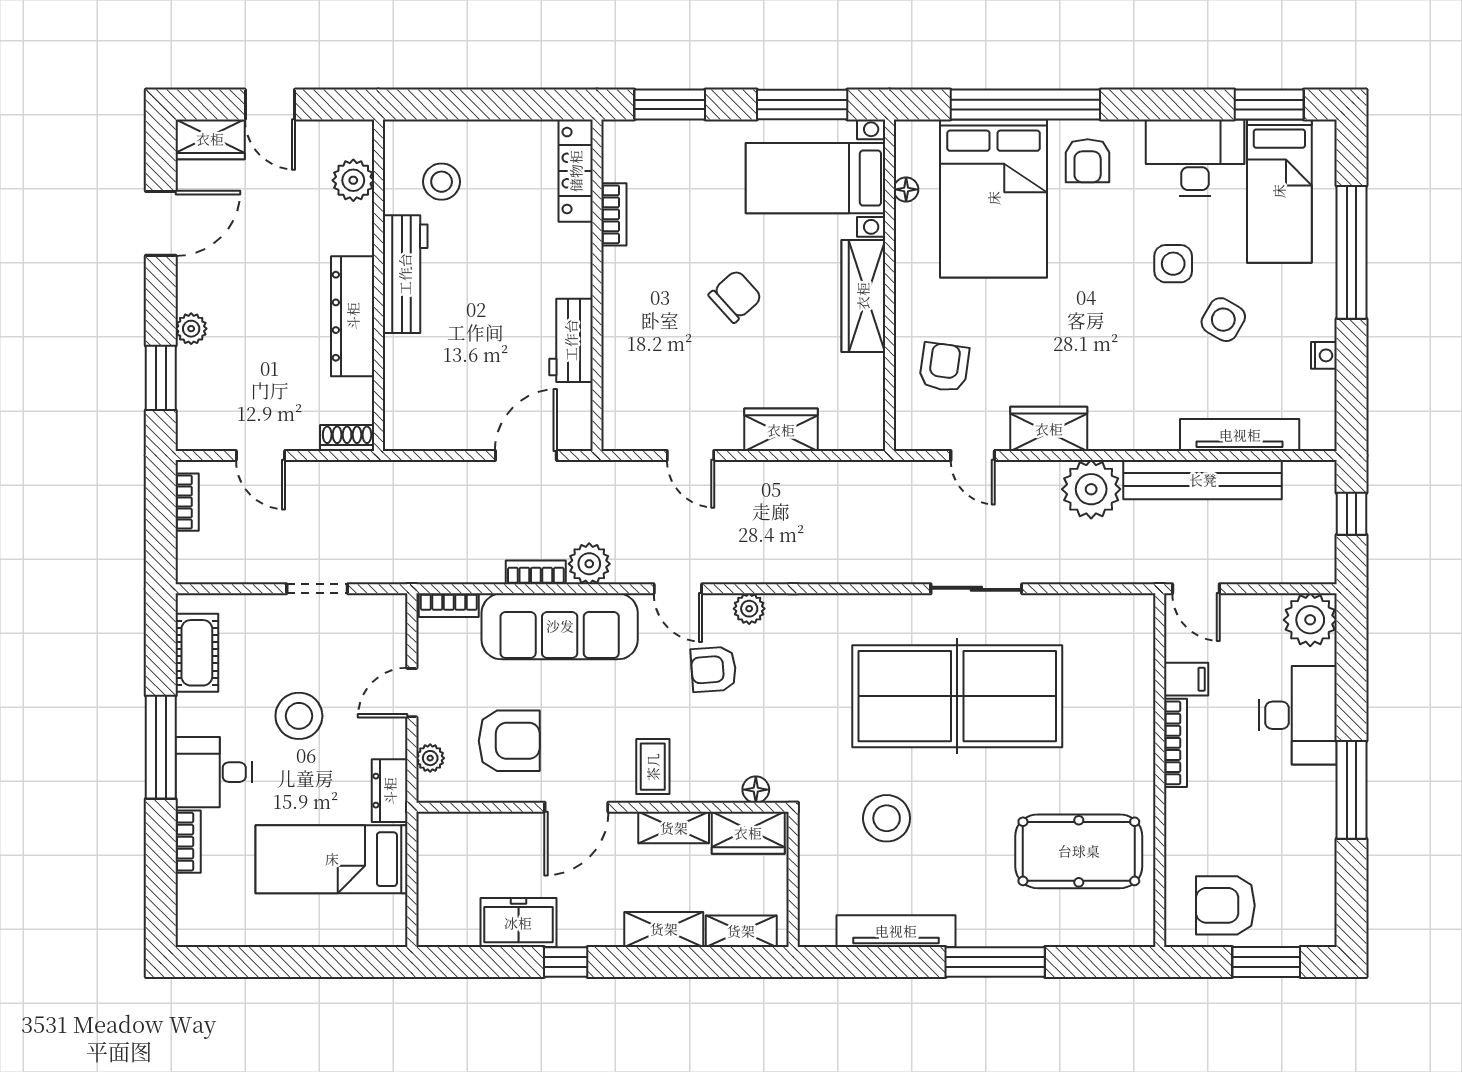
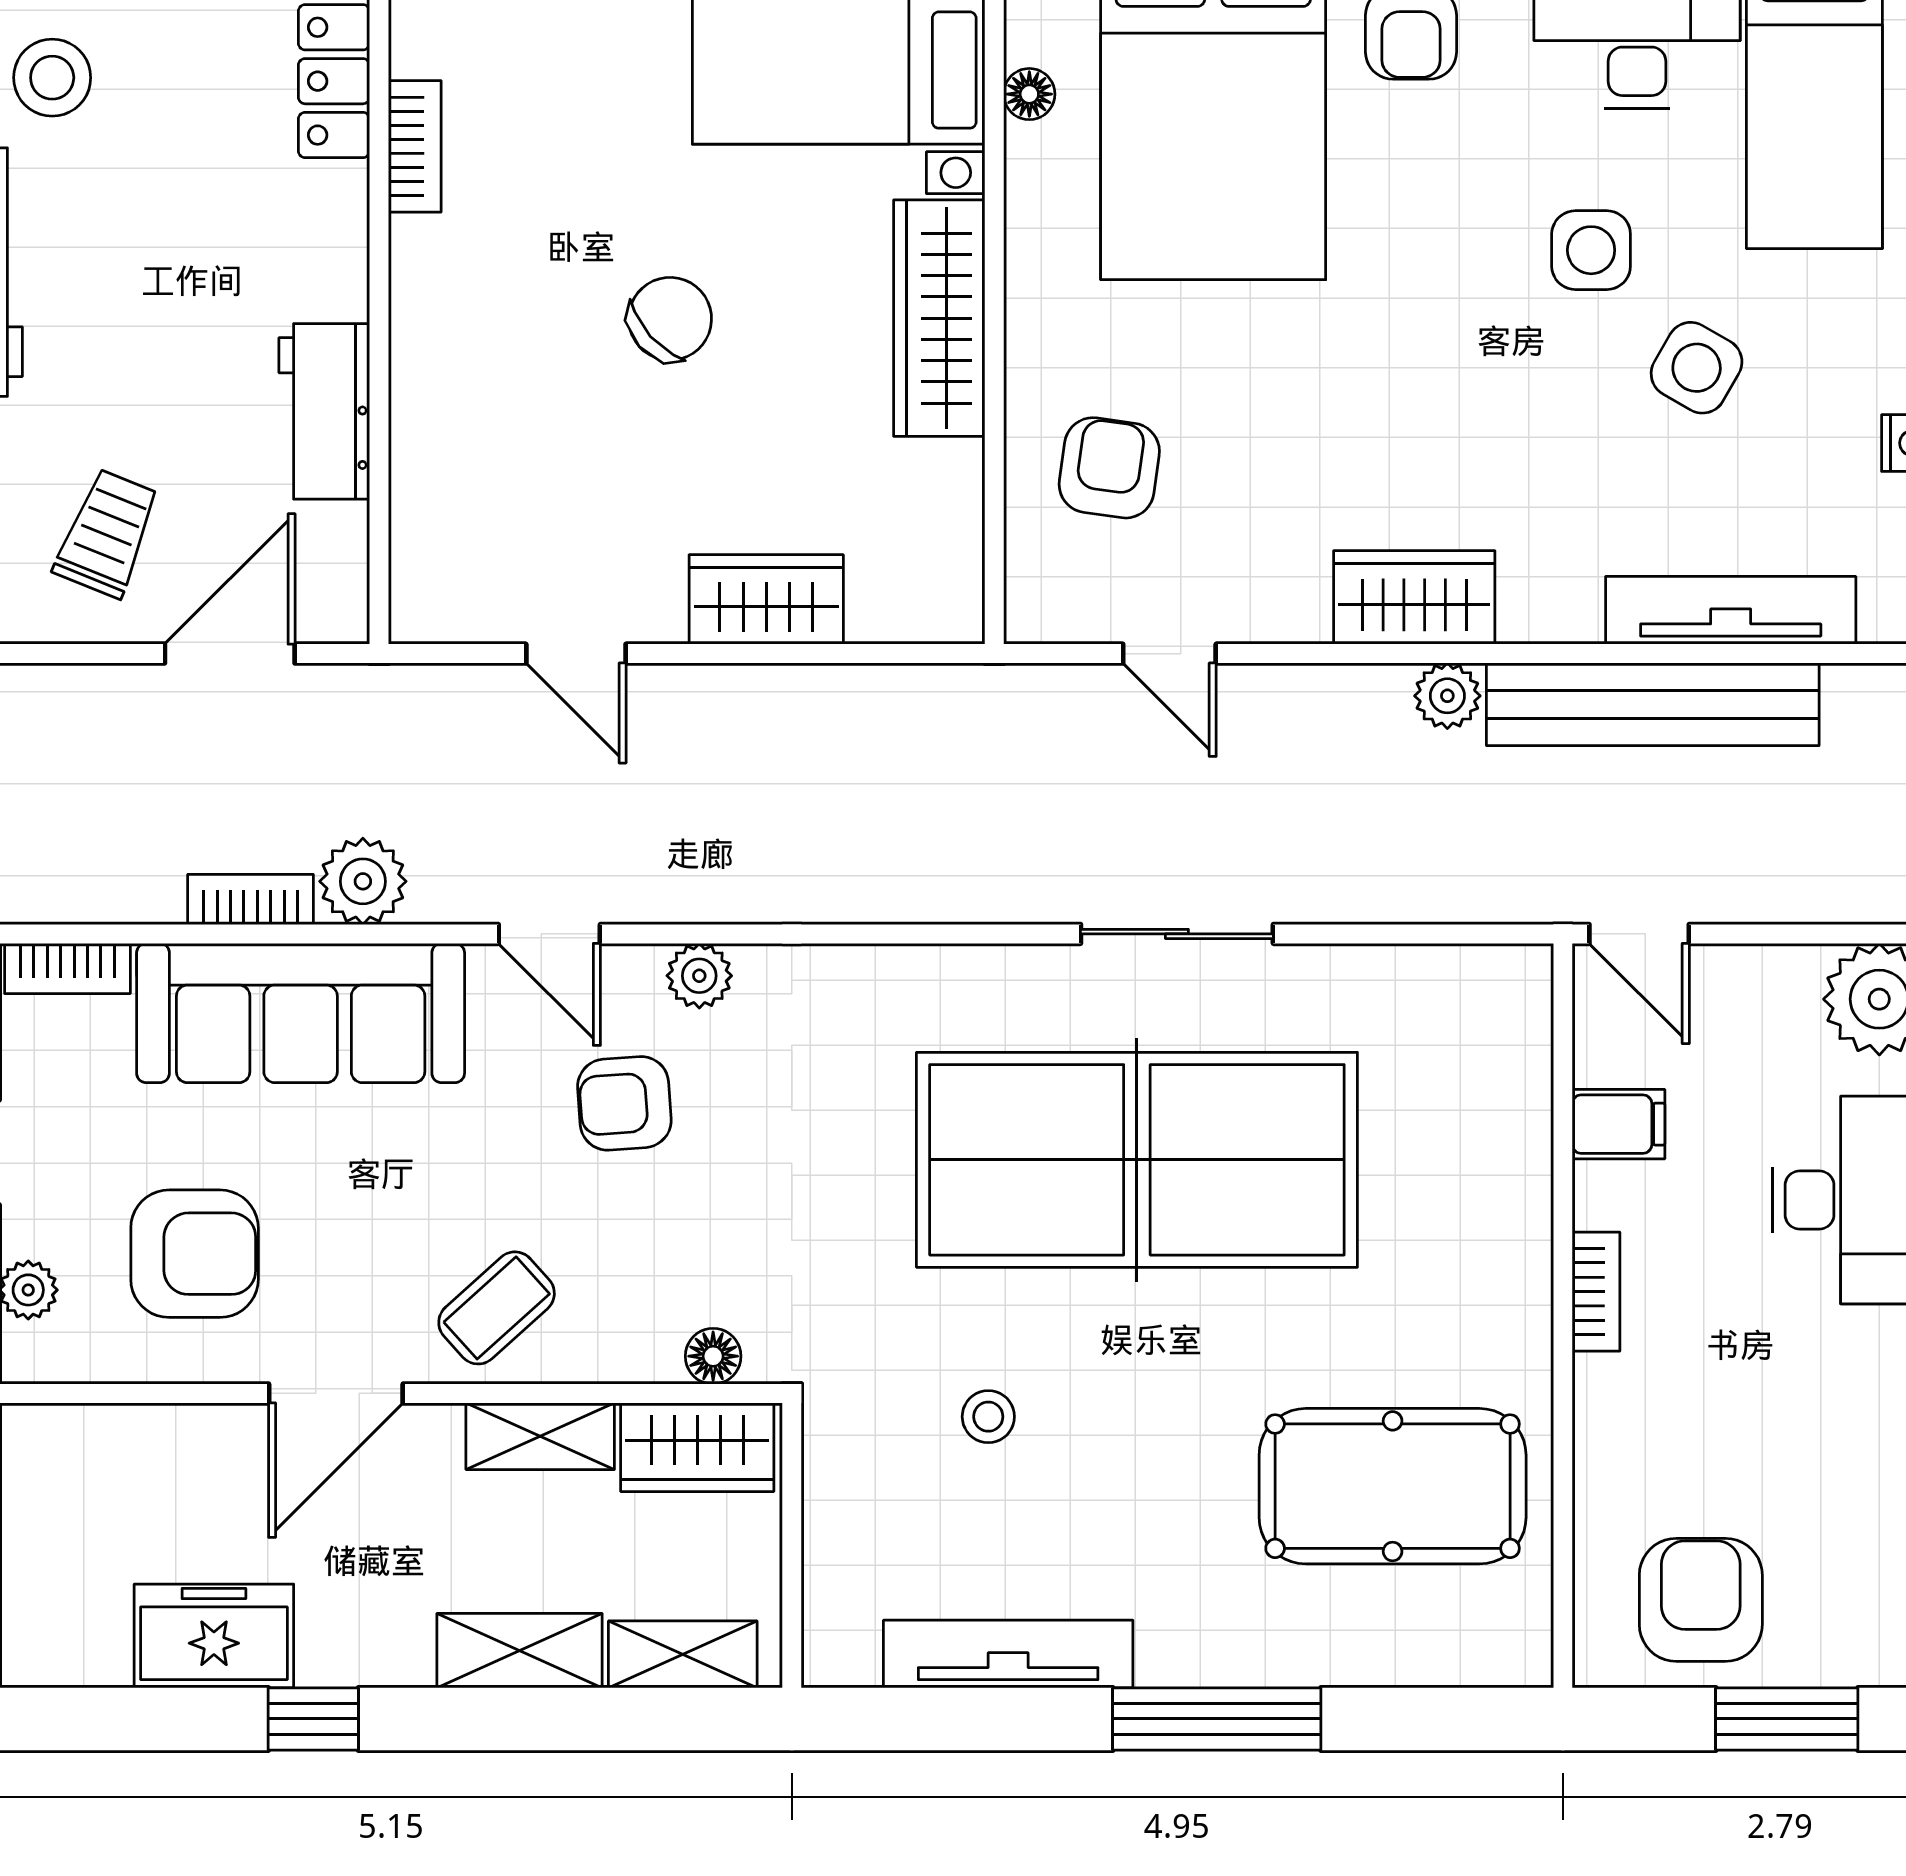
trolley: (468, 398) -> (107, 533), added
wardrobe: (1049, 429) -> (1414, 597), moved
plant: (1091, 489) -> (1447, 696), width x0.53, depth x0.53
bookcase: (1176, 743) -> (1596, 1292), width x0.64
coffee table: (653, 767) -> (497, 1308), turned 48
stool: (887, 818) -> (988, 1417), width x0.53, depth x0.53
armchair: (1225, 905) -> (1701, 1600), turned 90

